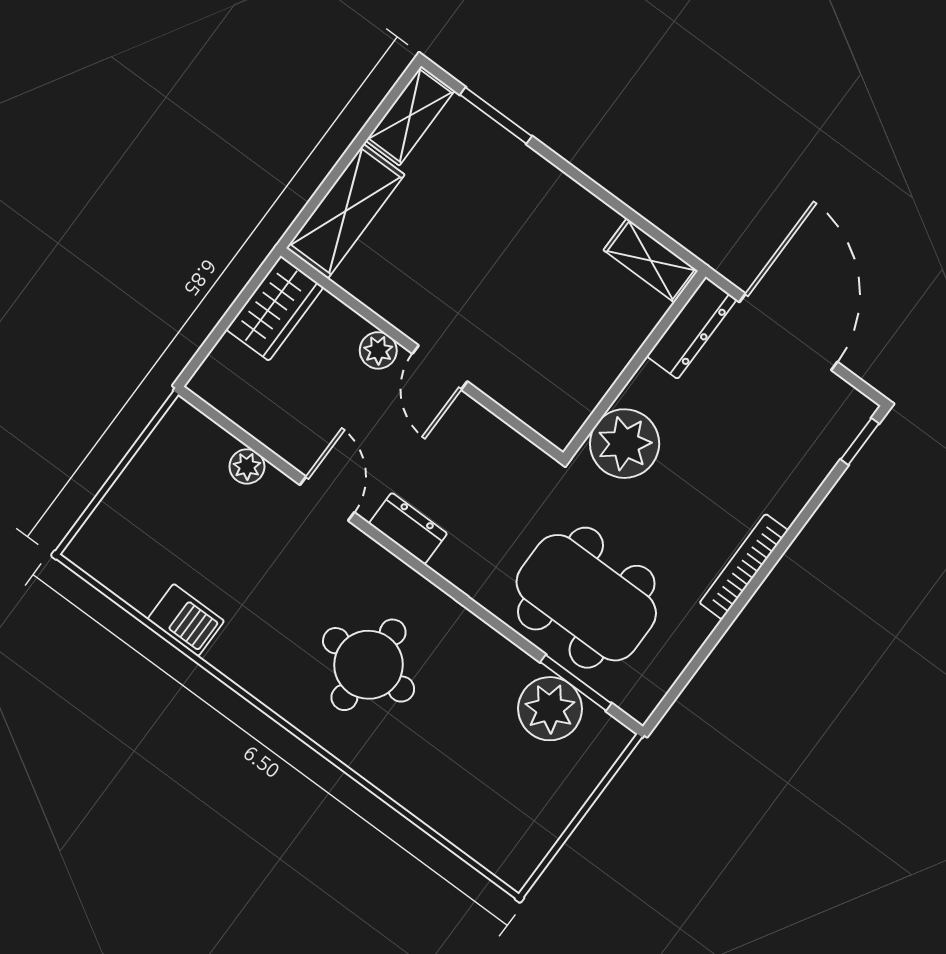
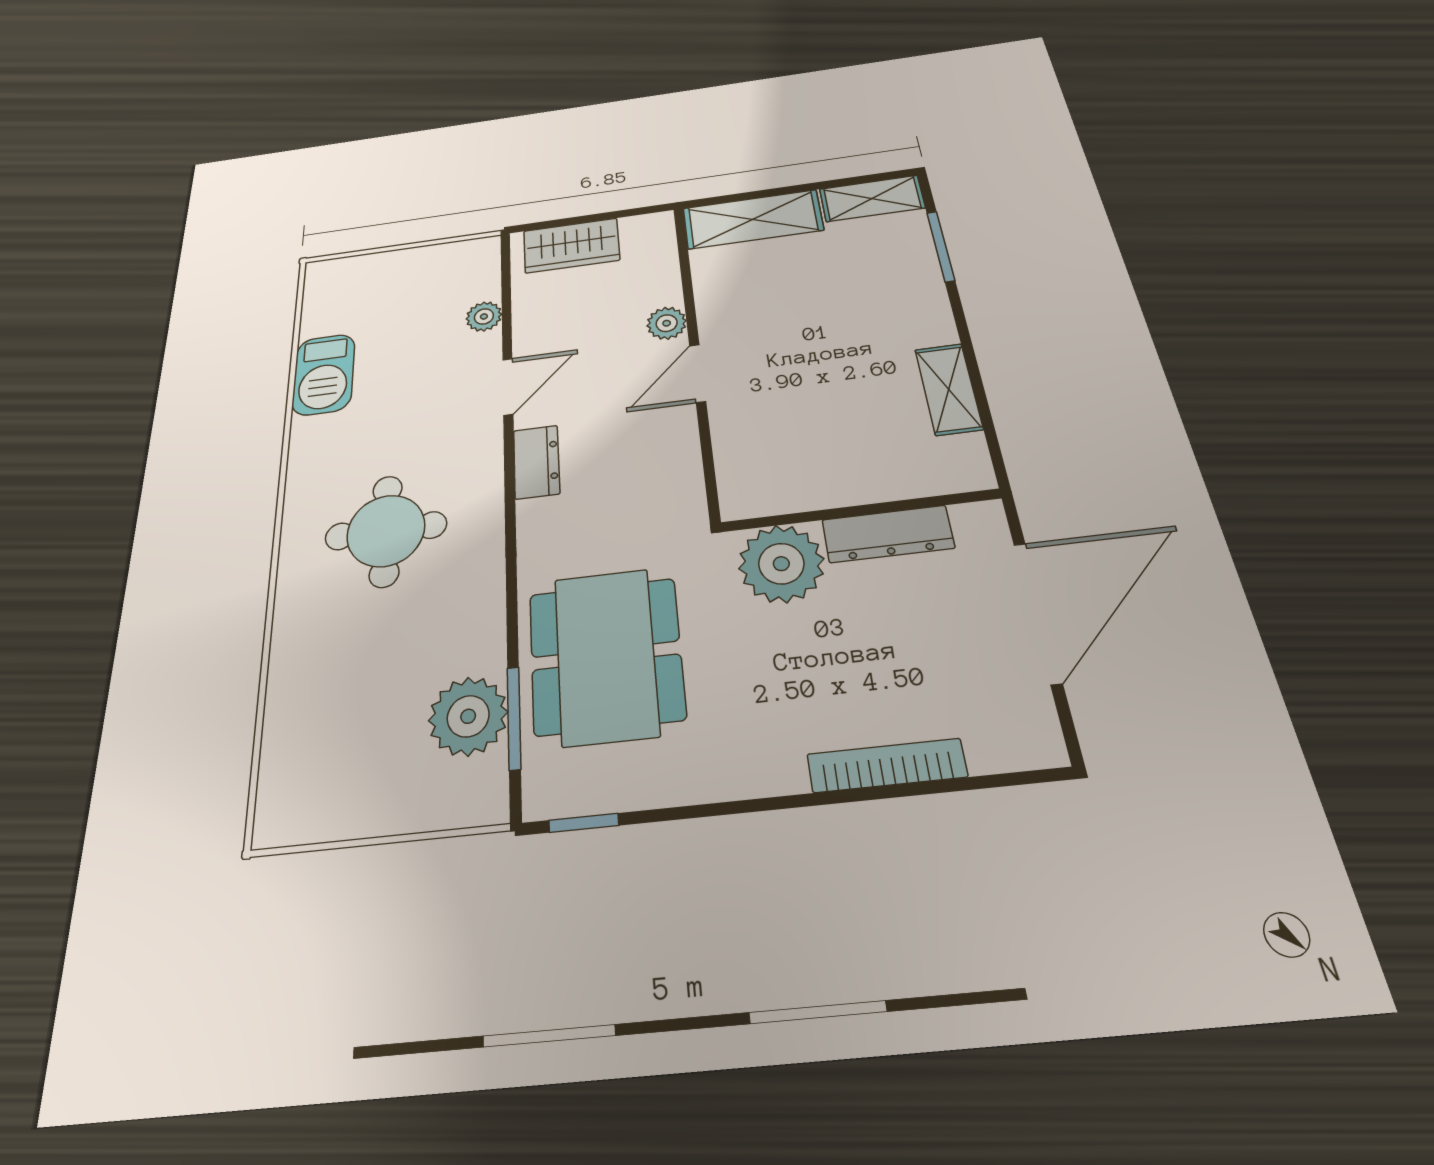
shelving: (651, 260) -> (949, 389), moved
wardrobe: (275, 308) -> (571, 246), moved
dresser: (692, 328) -> (888, 534), moved
window: (860, 441) -> (584, 823), moved
bookcase: (744, 567) -> (887, 765), moved
barbecue: (186, 620) -> (324, 374), width x1.38, depth x1.27

